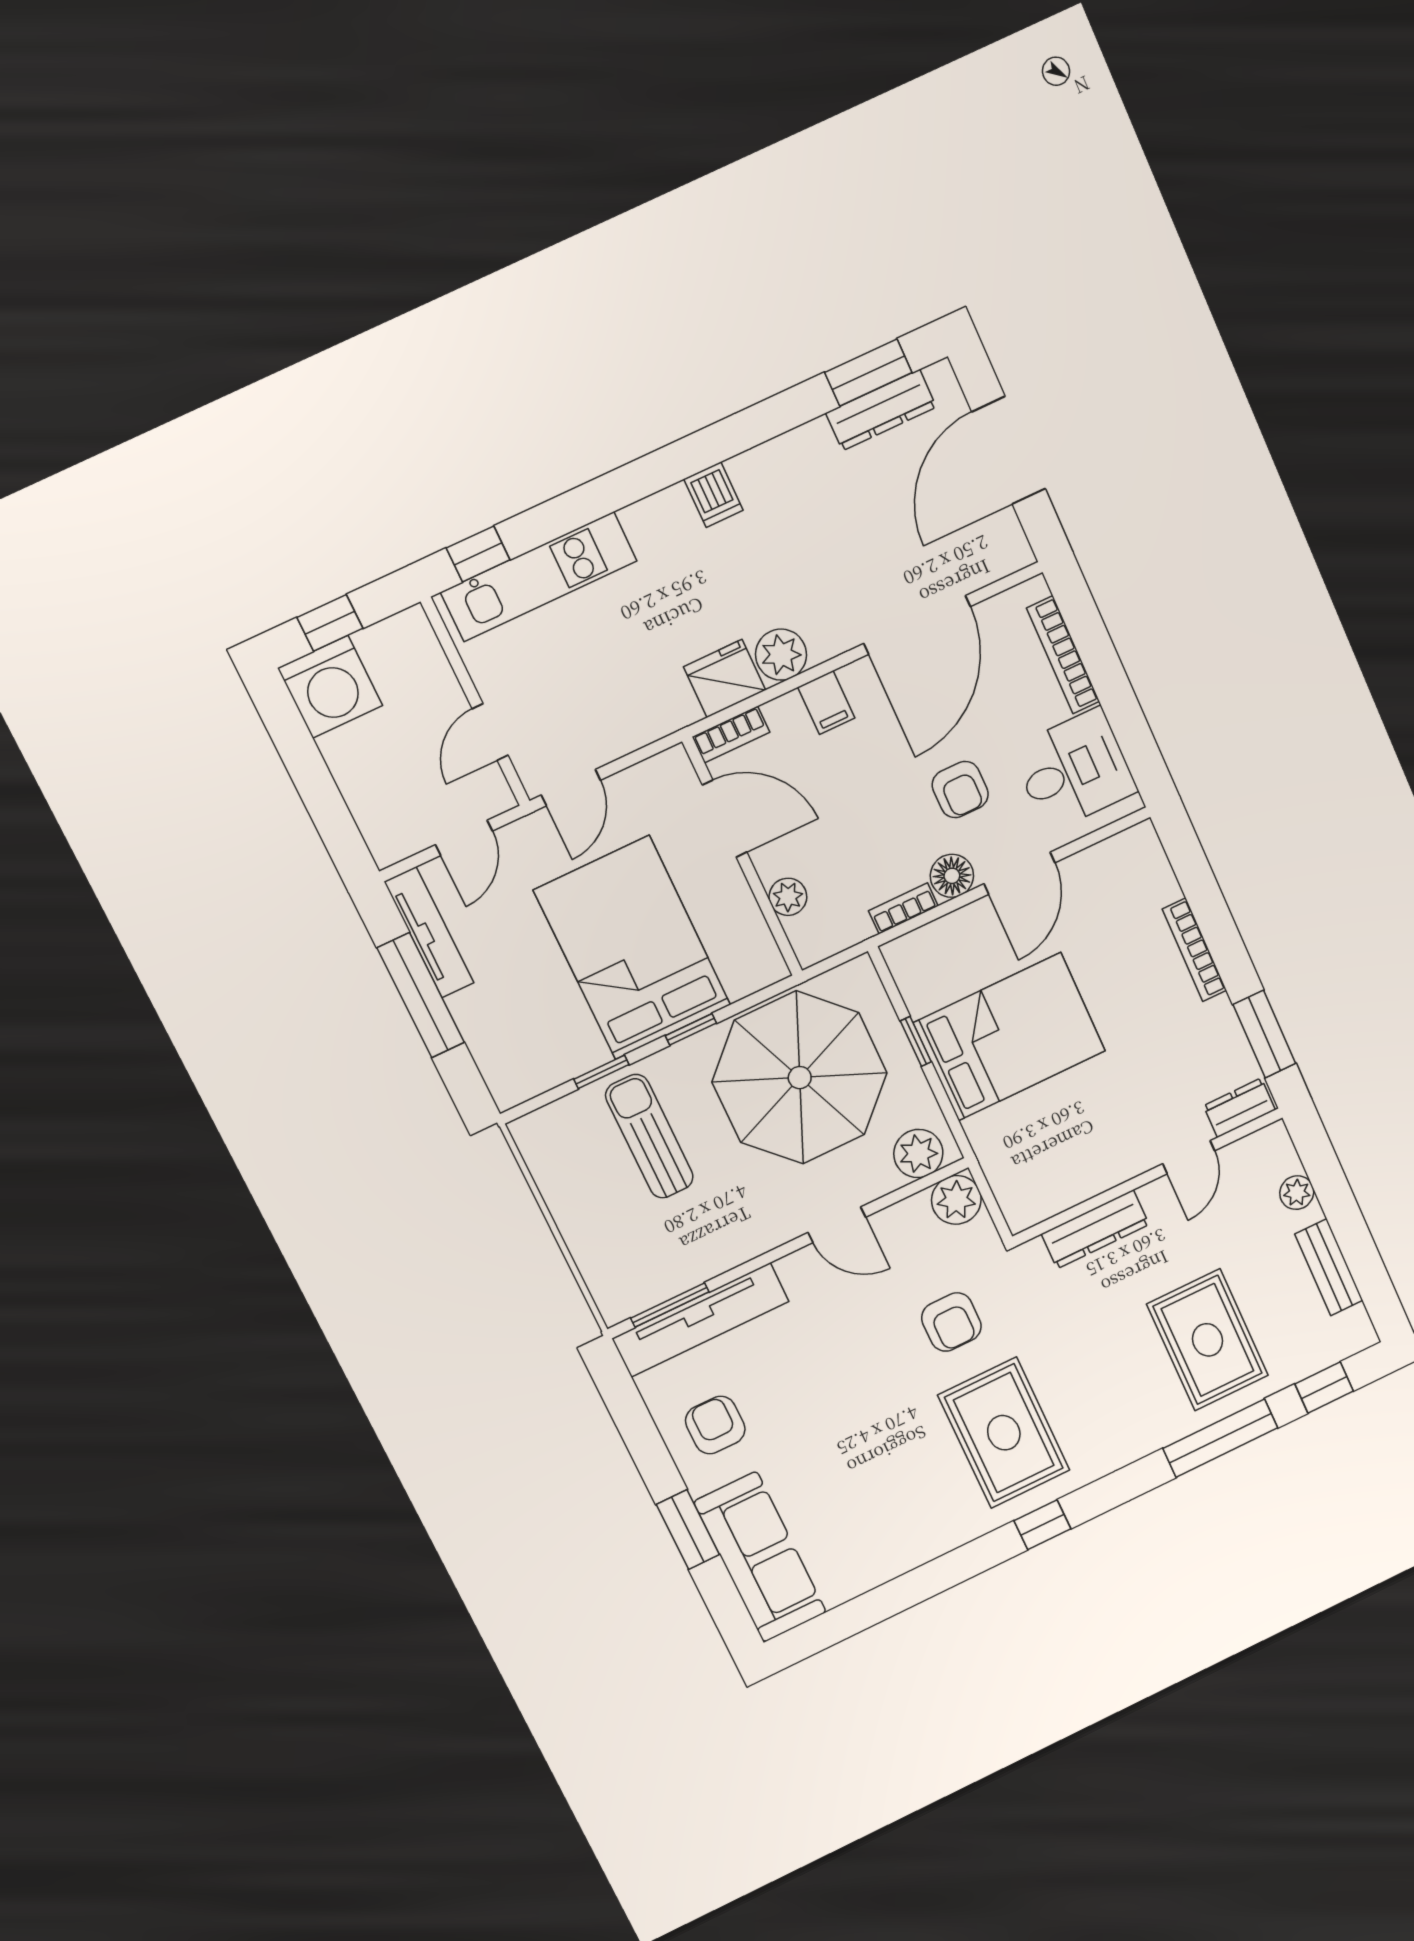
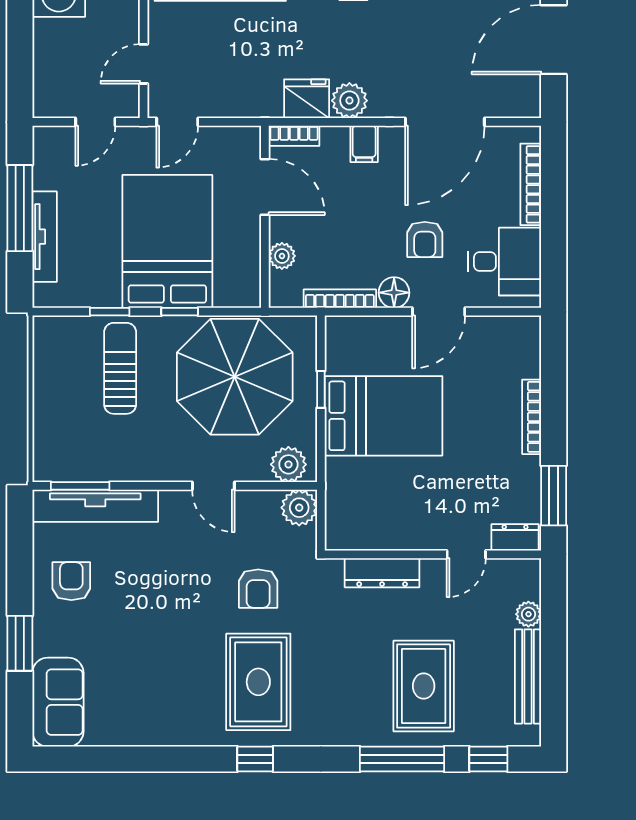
bookcase: (903, 908) -> (340, 299), width x1.56
tv unit: (429, 932) -> (45, 237), moved
bench: (1329, 1267) -> (528, 676), width x1.36
sofa: (760, 1557) -> (58, 702), width x0.73

